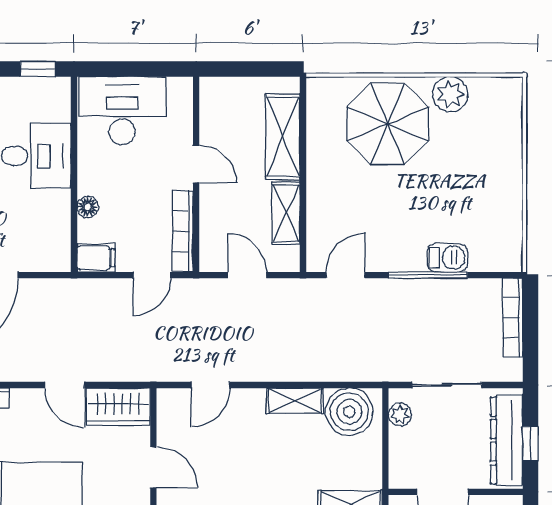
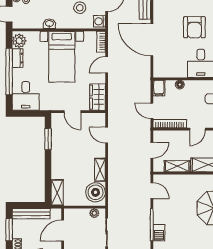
door: (65, 385) -> (107, 65), moved
door: (153, 468) -> (73, 112), hinge flipped

